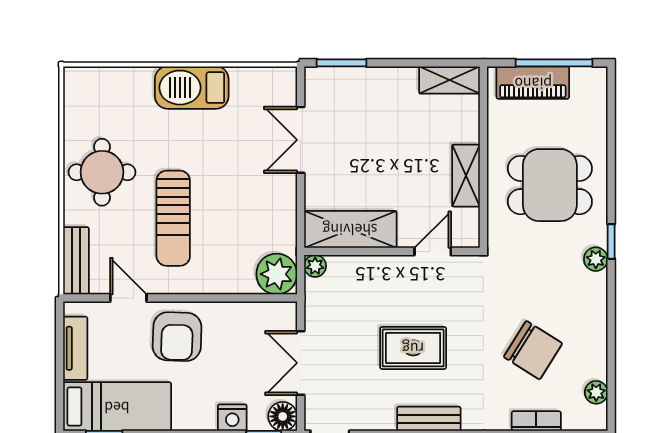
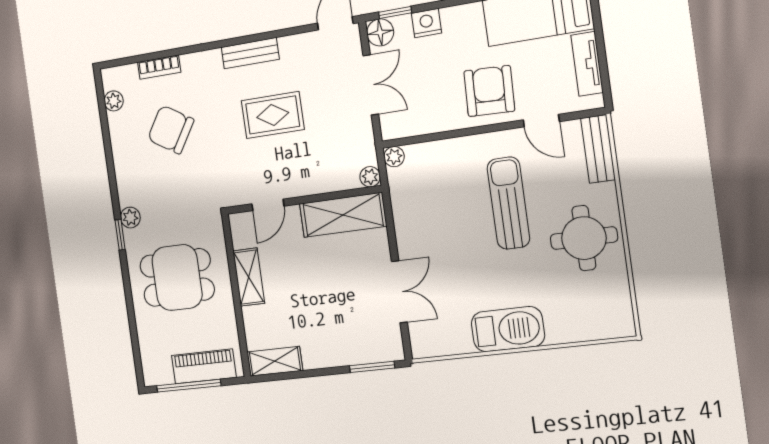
plant: (277, 274) -> (394, 157), width x0.53, depth x0.53

